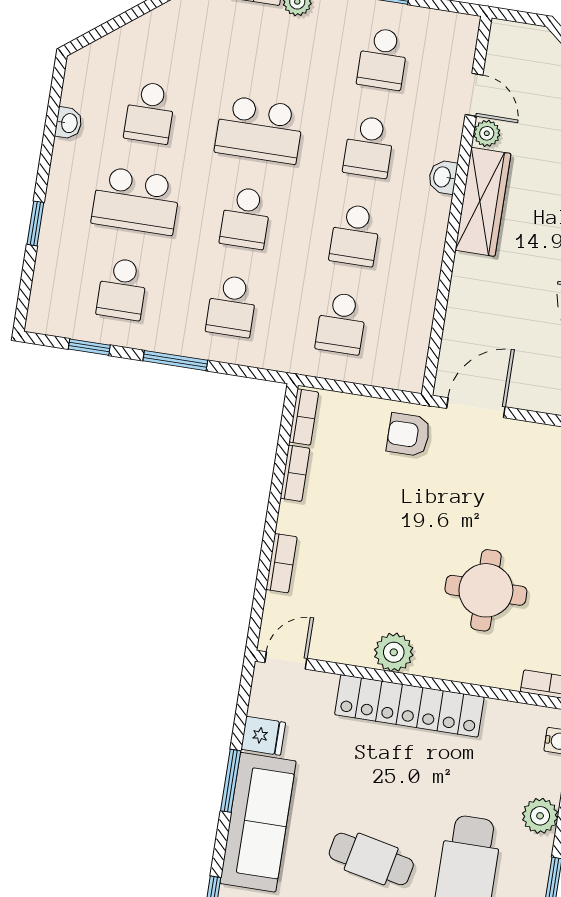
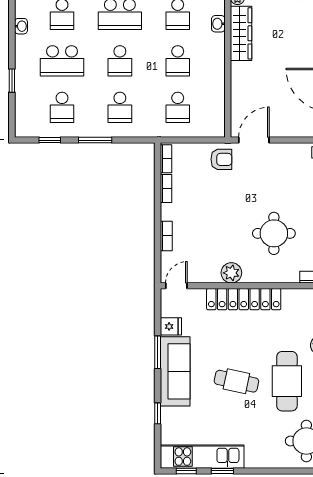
armchair: (408, 435) -> (221, 159), turned 180

